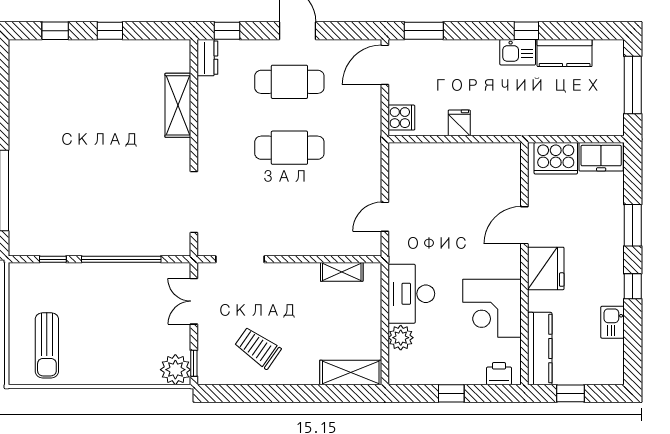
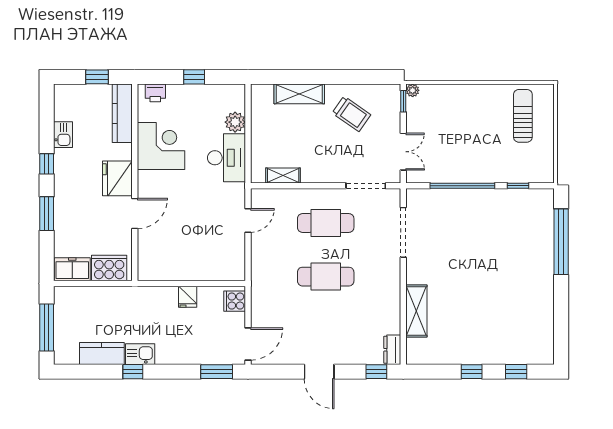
cafe table: (289, 82) -> (326, 223), moved
plant: (175, 370) -> (413, 90), width x0.53, depth x0.53
shelving: (351, 372) -> (299, 94), moved

